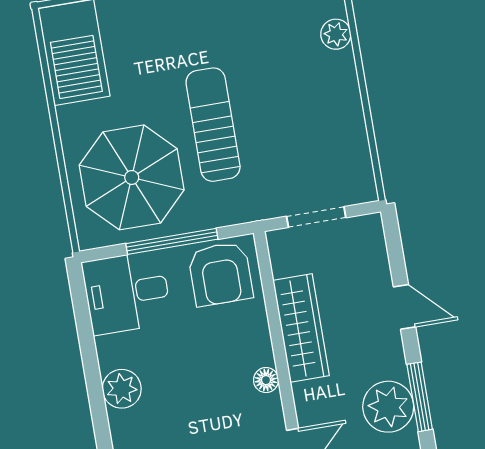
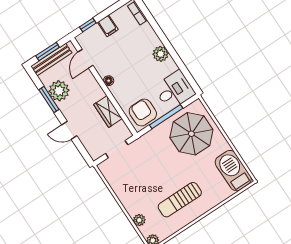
sun lounger: (213, 125) -> (180, 200), moved, turned 90
wardrobe: (301, 328) -> (108, 111), width x0.67

